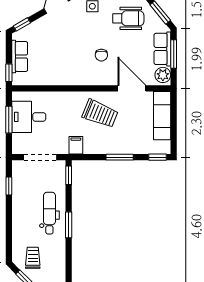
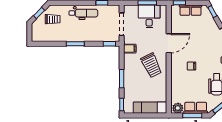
door: (132, 88) -> (169, 43), moved
trolley: (100, 114) -> (151, 65), turned -48
dental chair: (49, 213) -> (83, 13), moved

